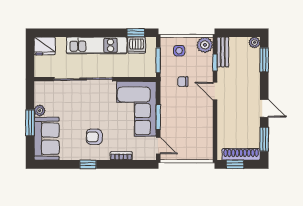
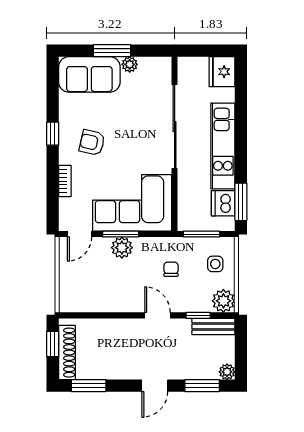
window: (136, 33) -> (241, 202), width x1.50
door: (215, 91) -> (157, 315), hinge flipped
door: (264, 108) -> (155, 386), moved
plant: (168, 116) -> (122, 248), added
armchair: (94, 137) -> (92, 143), turned -77

